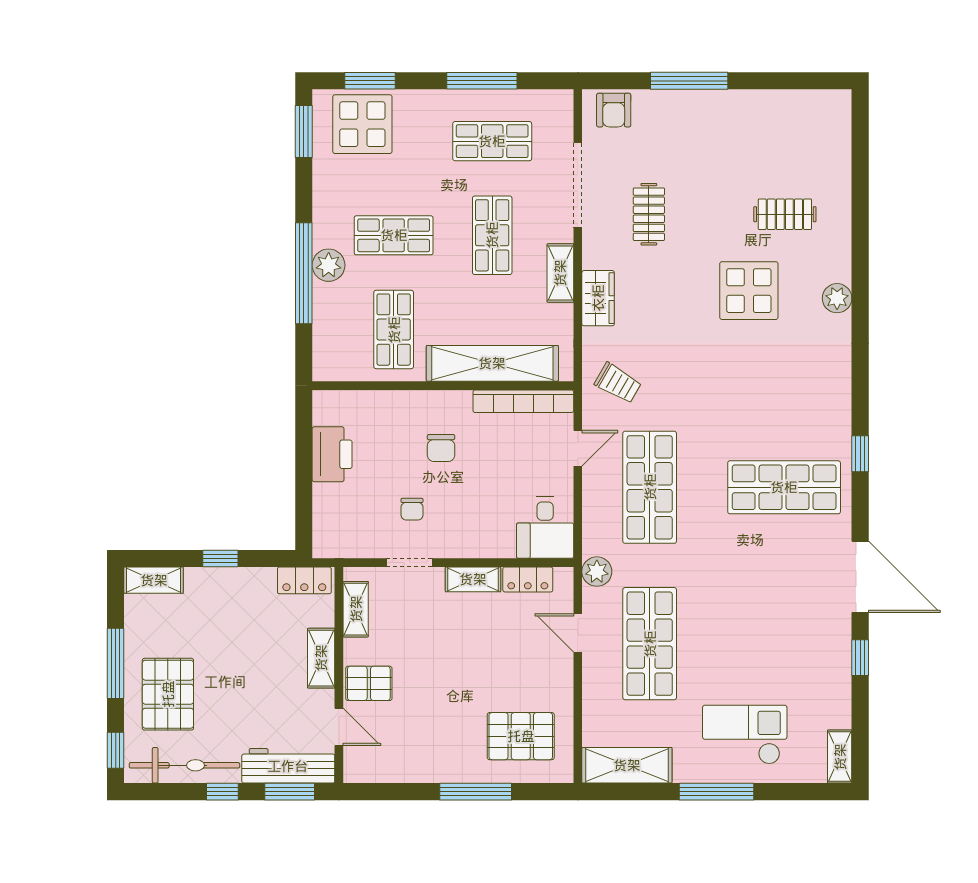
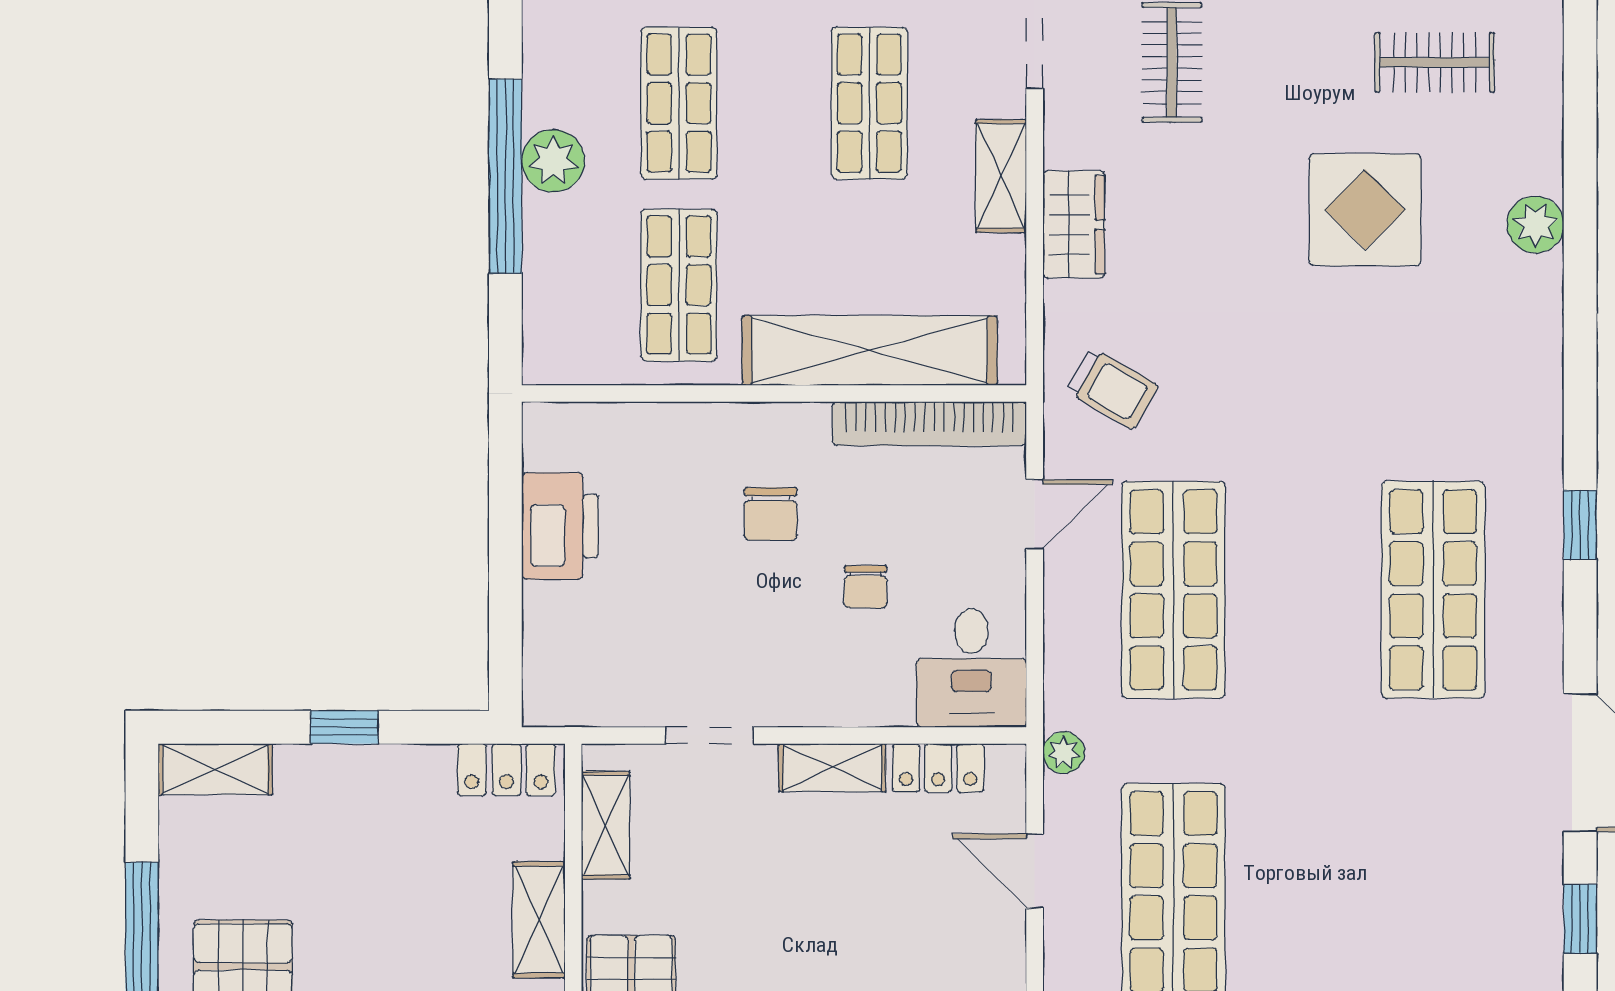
shop shelf: (394, 235) -> (679, 103), turned 90
shop shelf: (784, 487) -> (1433, 590), turned 90
chair: (412, 509) -> (866, 587), moved
plant: (597, 572) -> (1064, 753), width x0.73, depth x0.73

